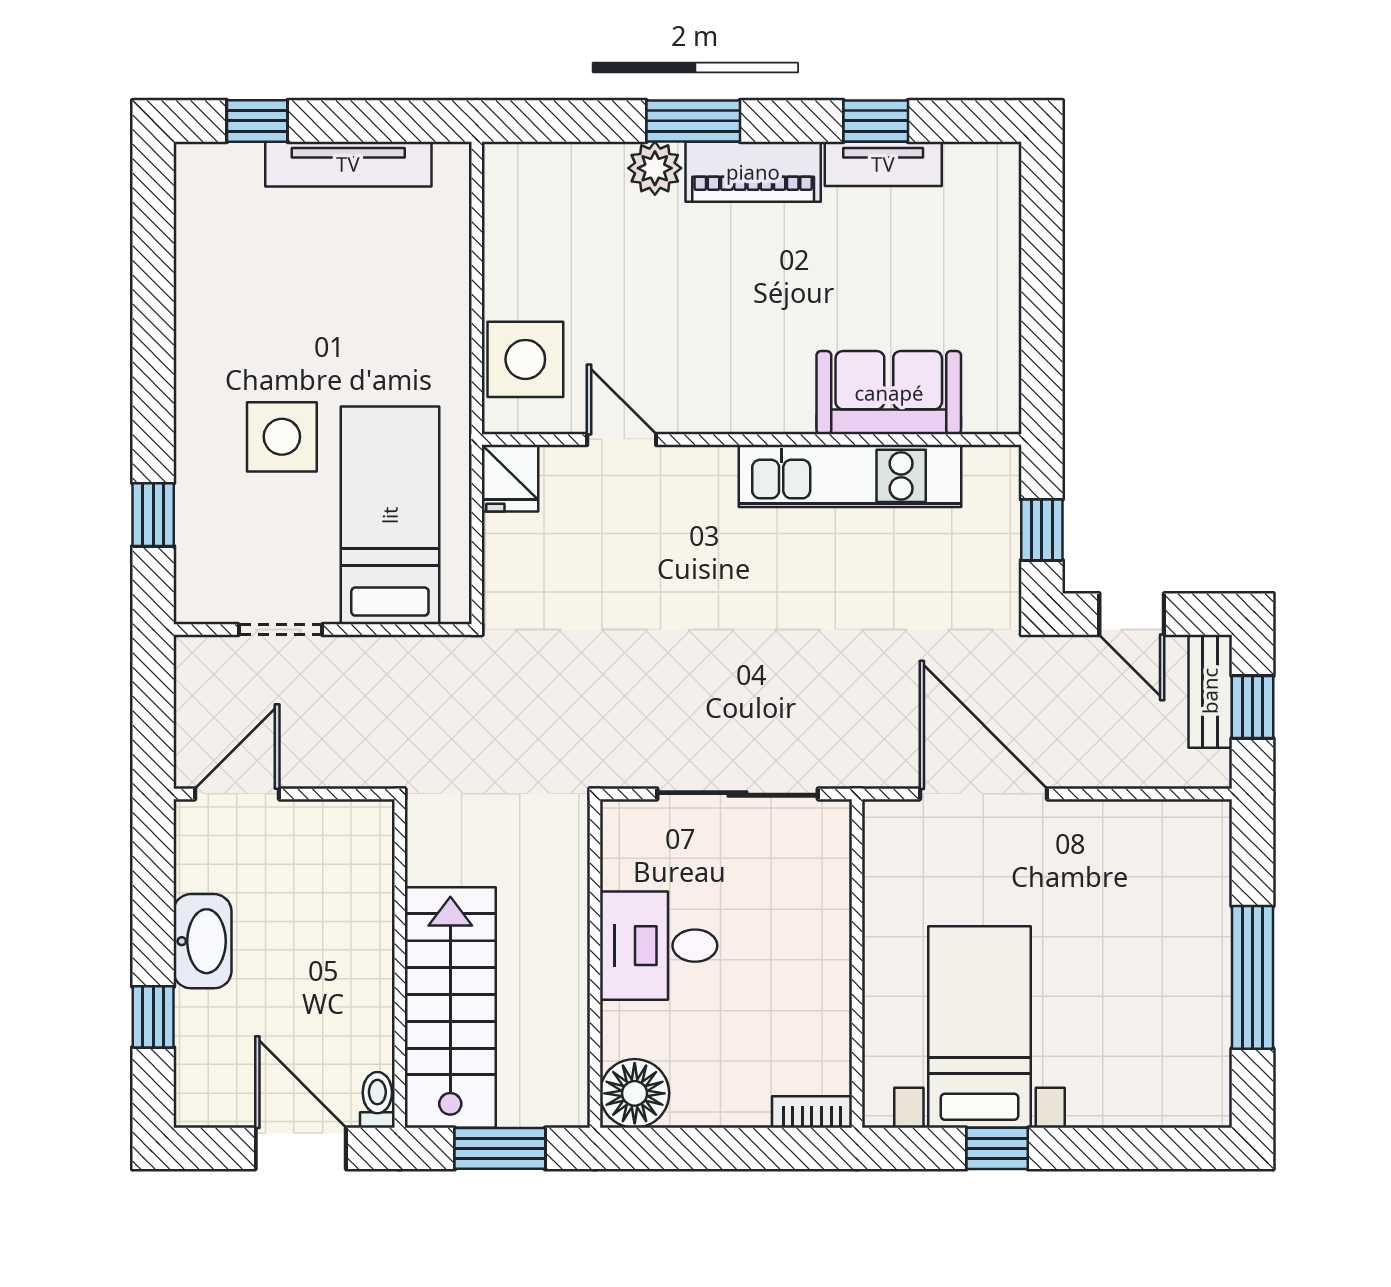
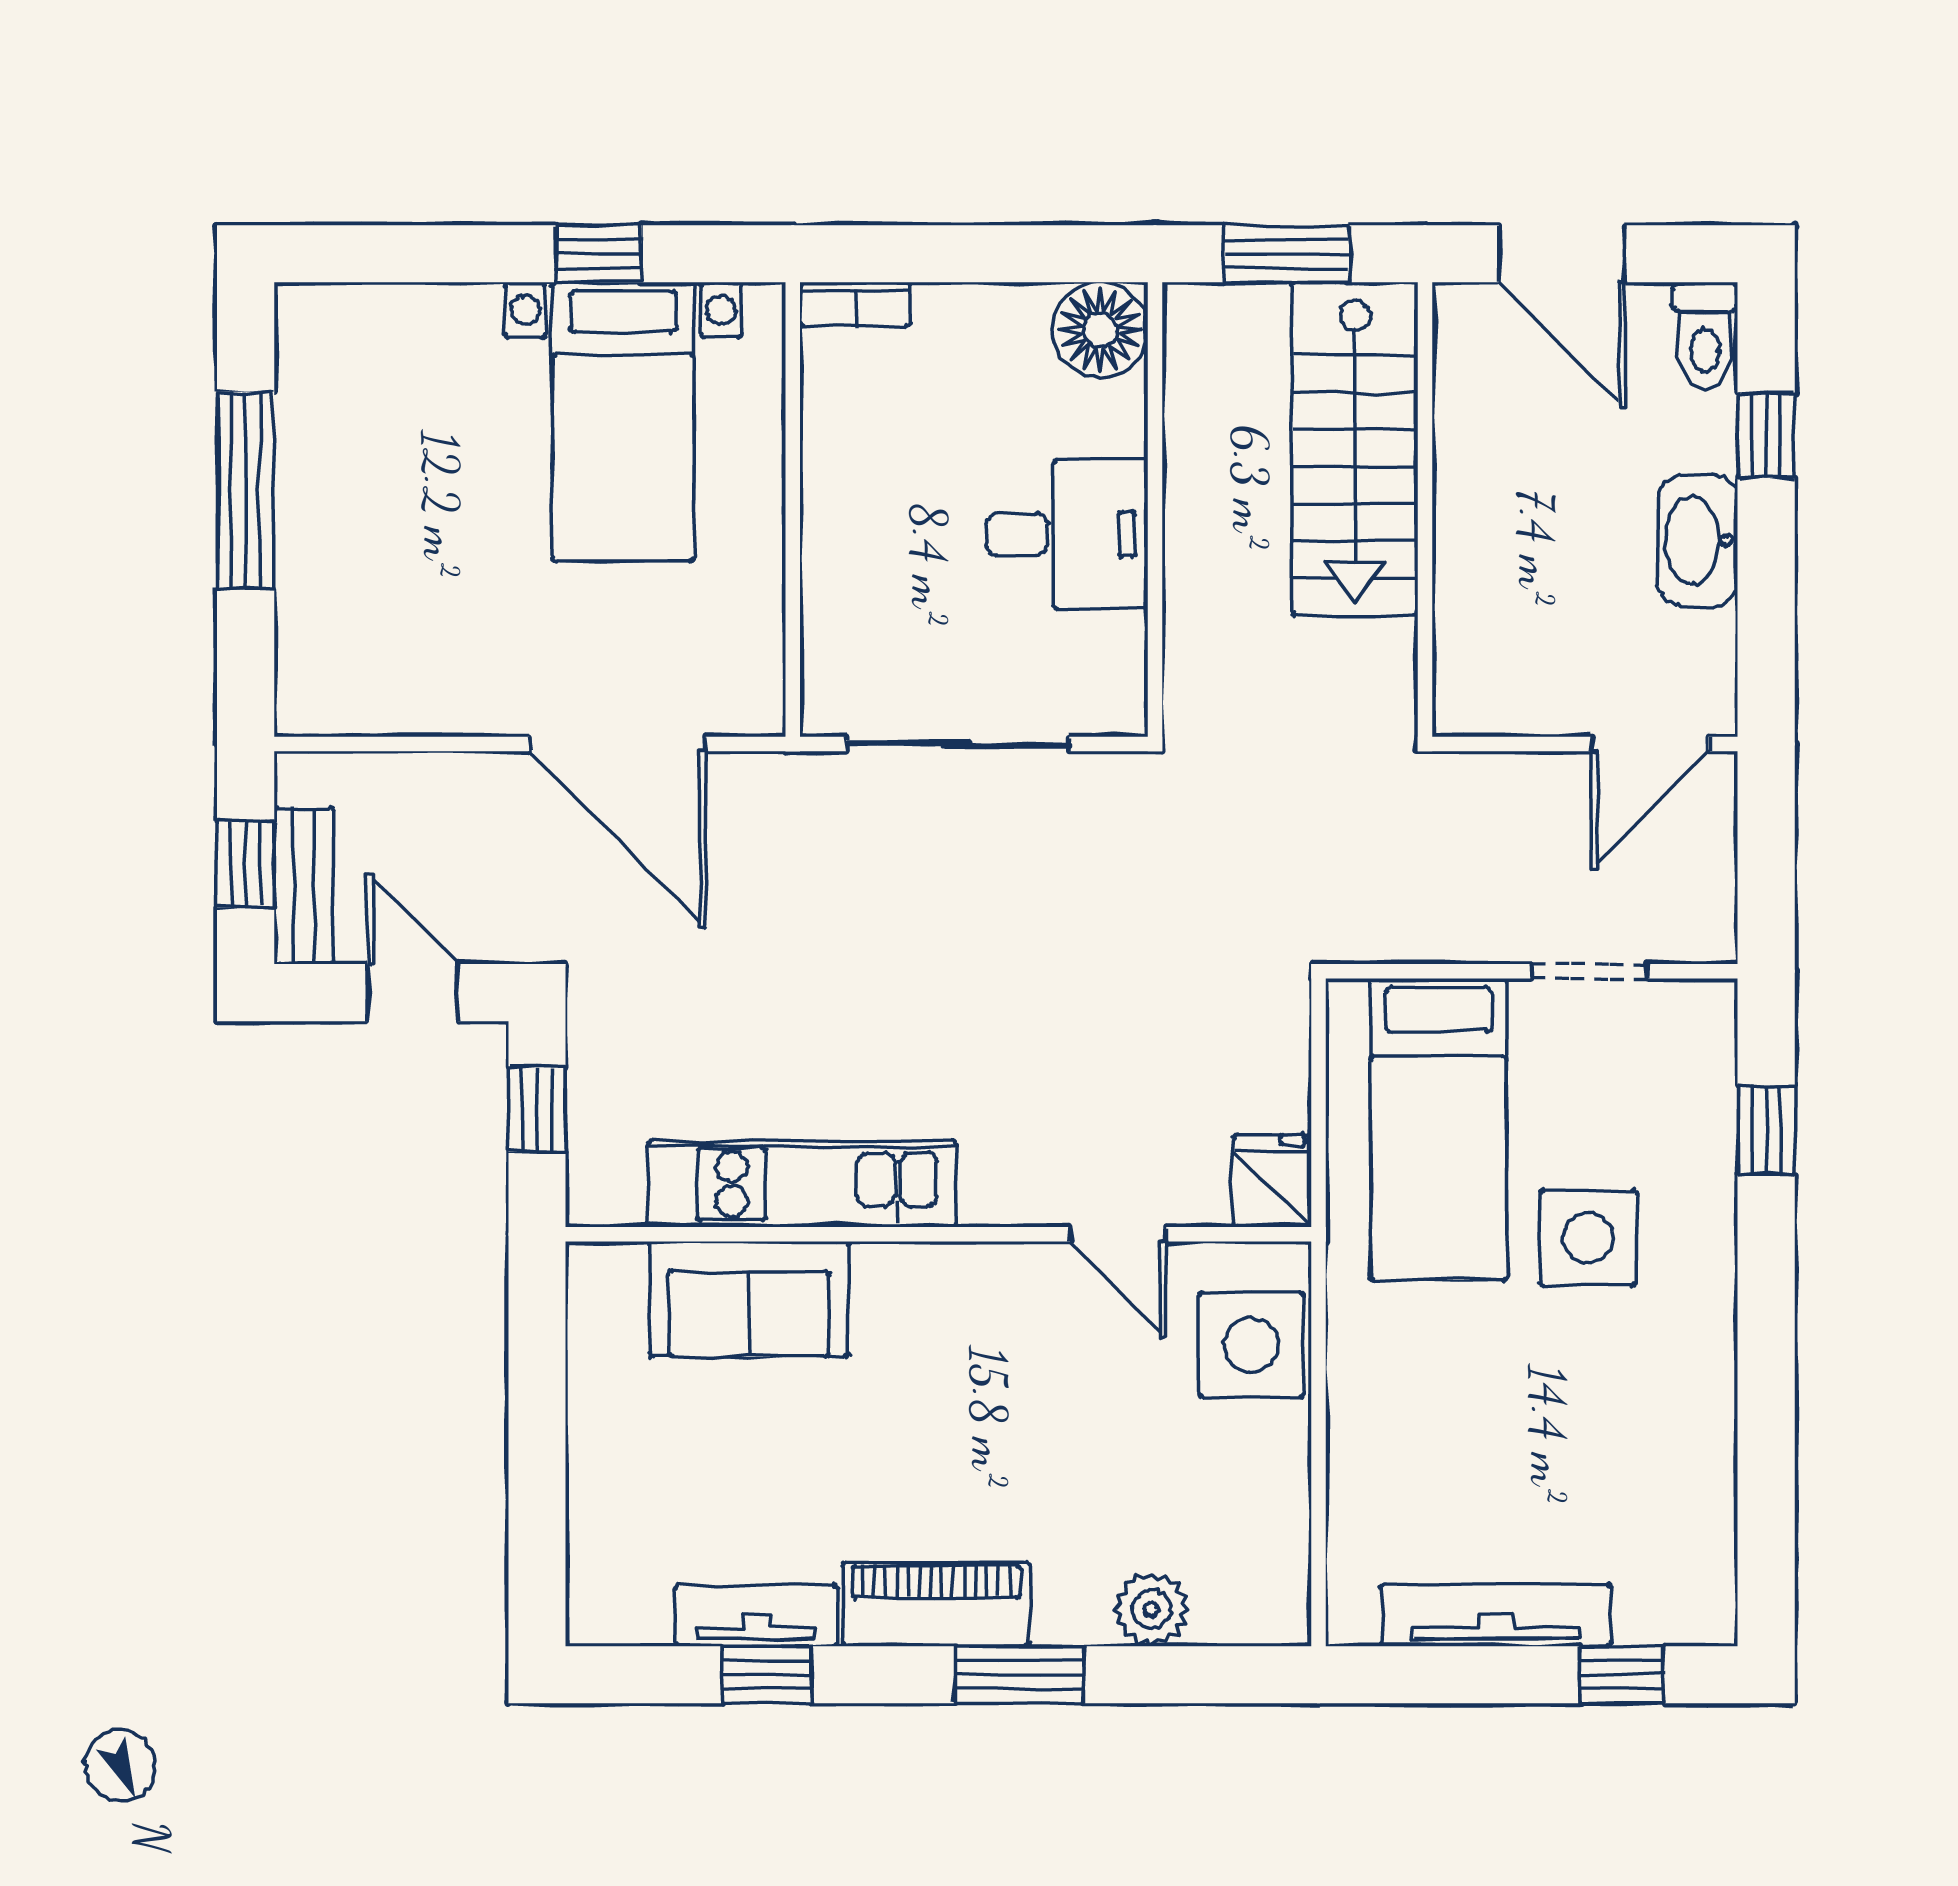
plant: (655, 168) -> (1152, 1609), moved
toilet: (377, 1100) -> (1705, 336), moved, width x1.37, depth x1.39

